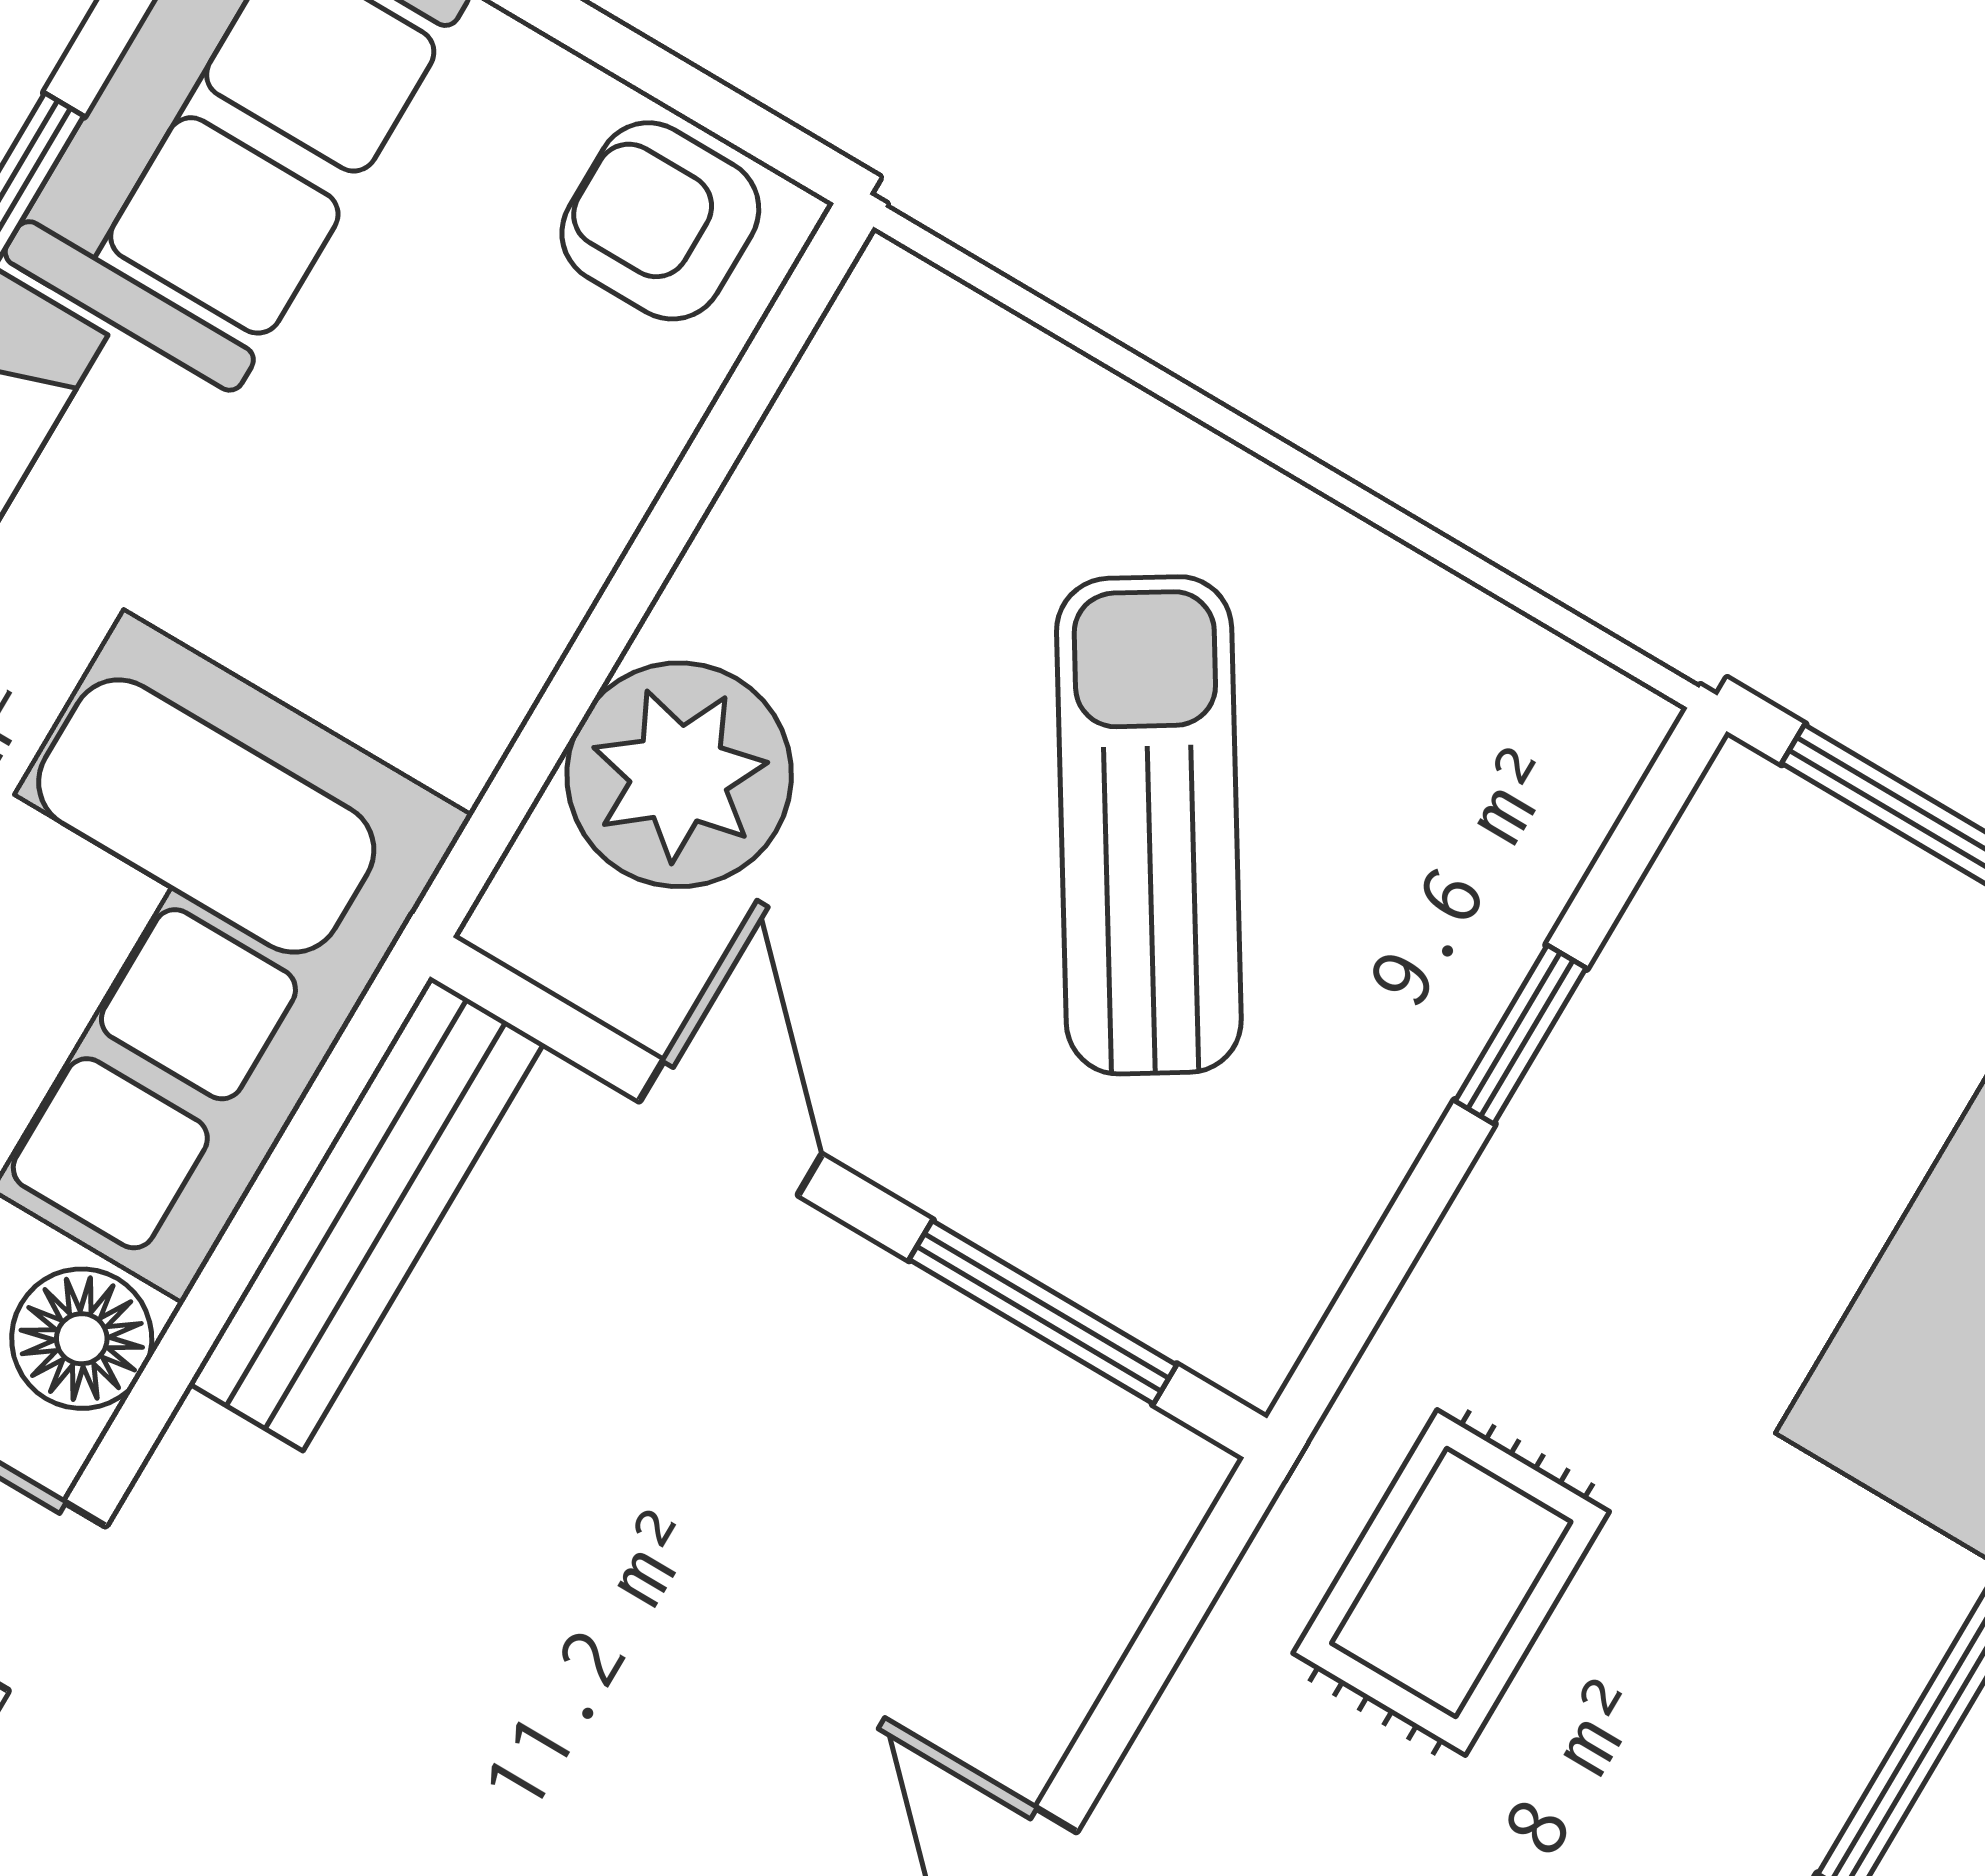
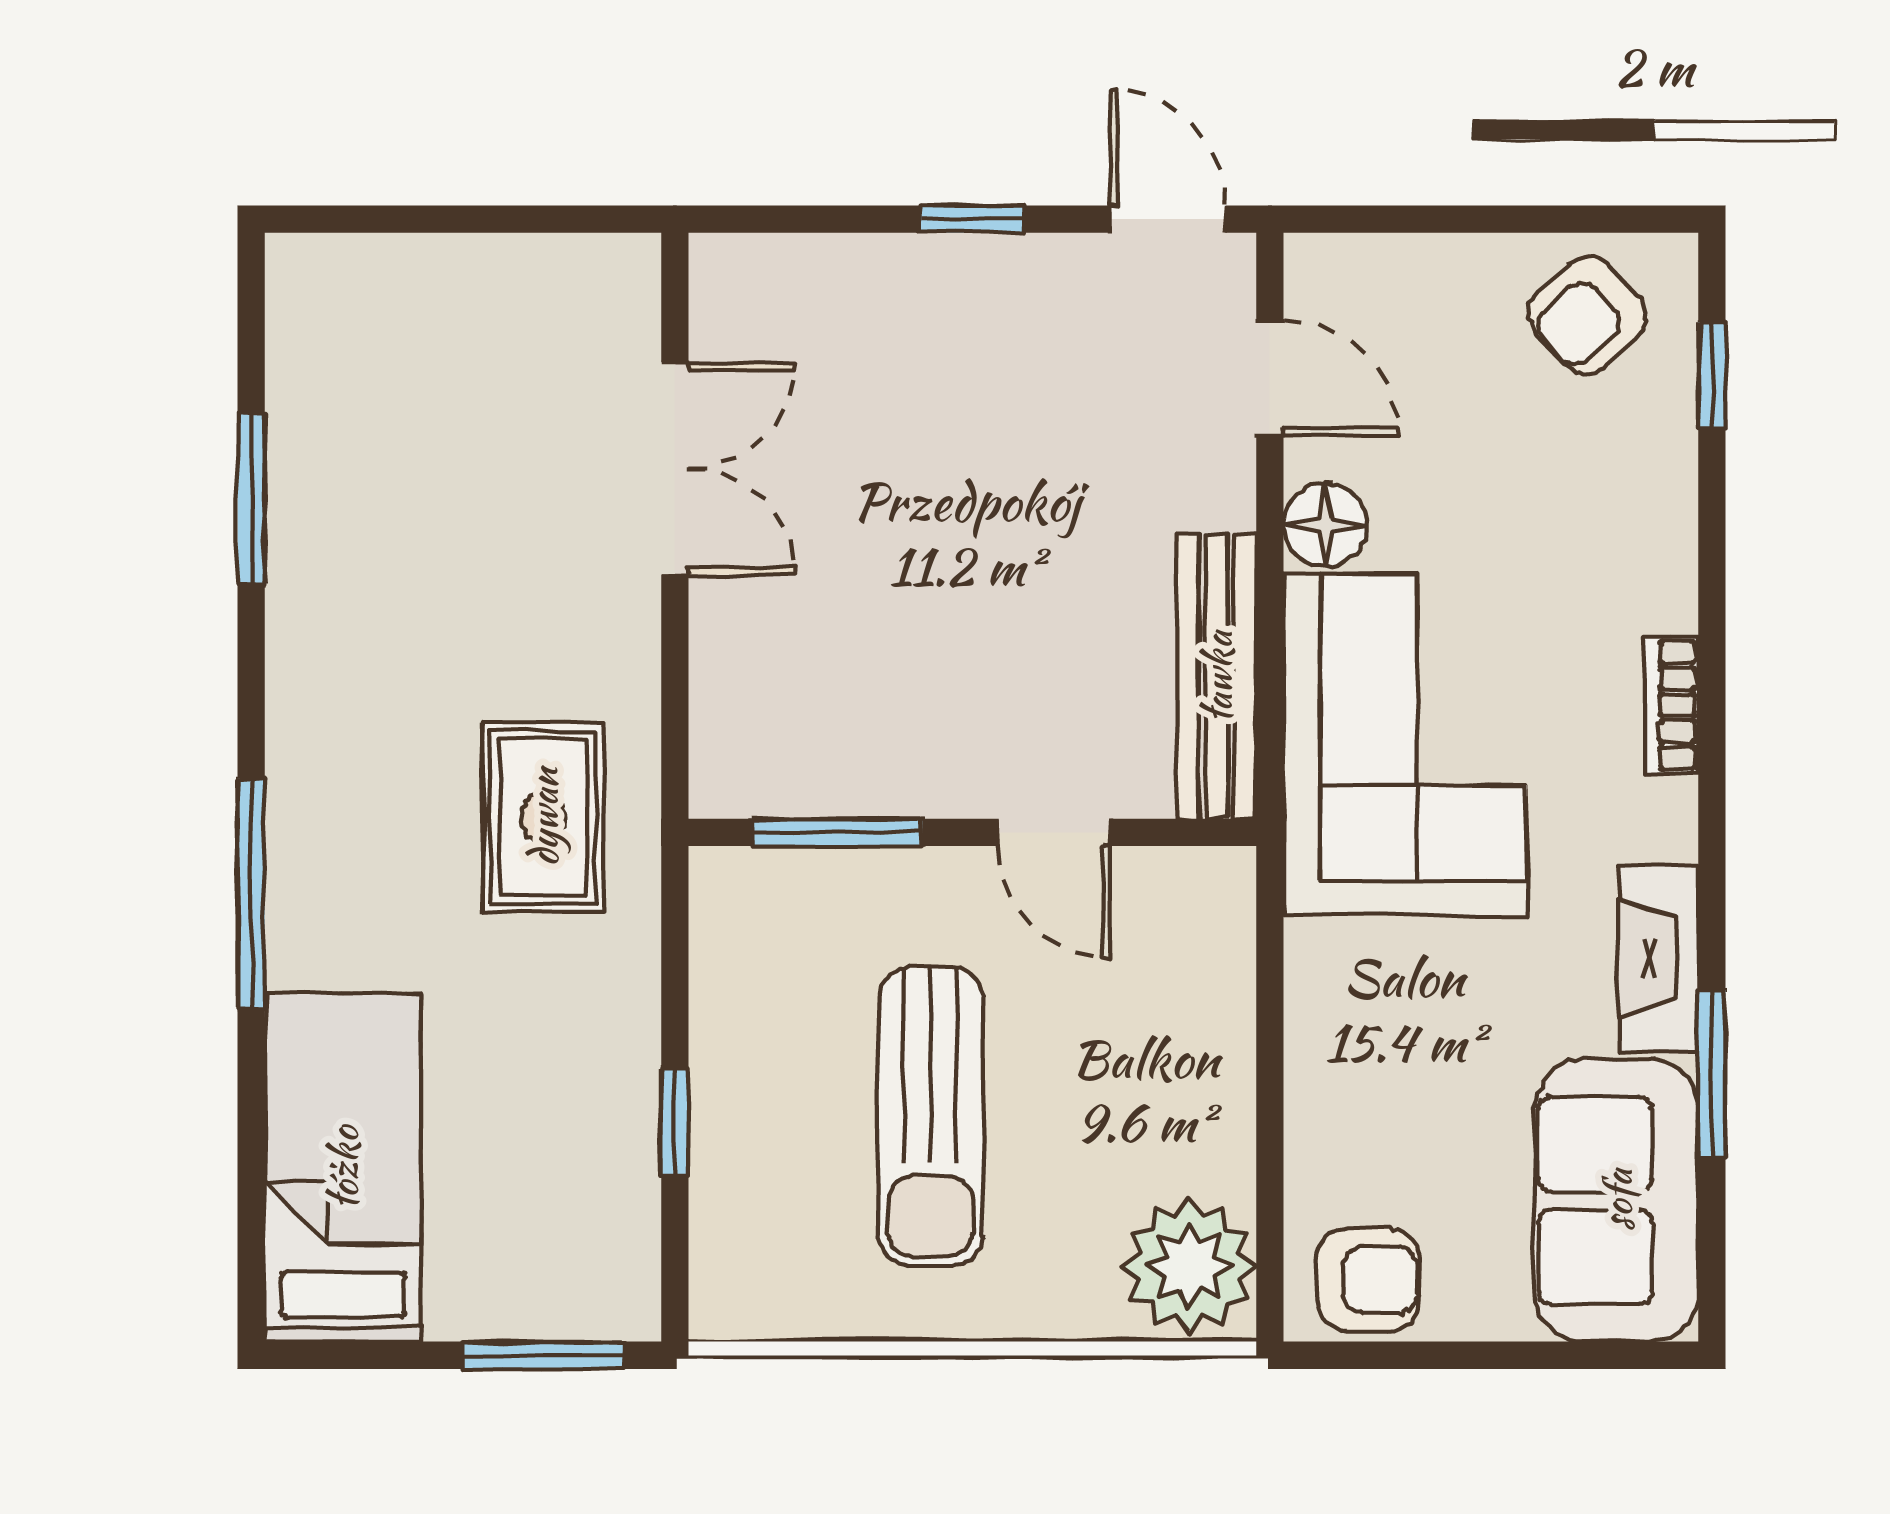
plant: (679, 775) -> (1189, 1266), moved
sun lounger: (1149, 825) -> (931, 1116), turned 32

